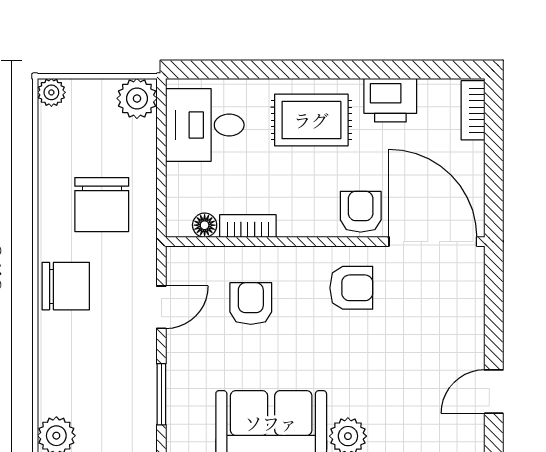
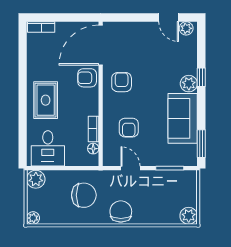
printer: (390, 100) -> (37, 64), removed
armchair: (251, 304) -> (129, 128), turned -90
plant: (470, 430) -> (186, 28), added

